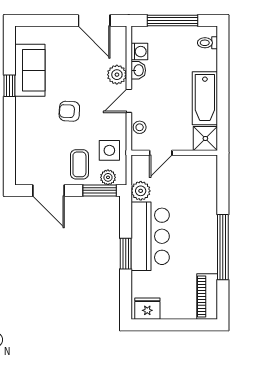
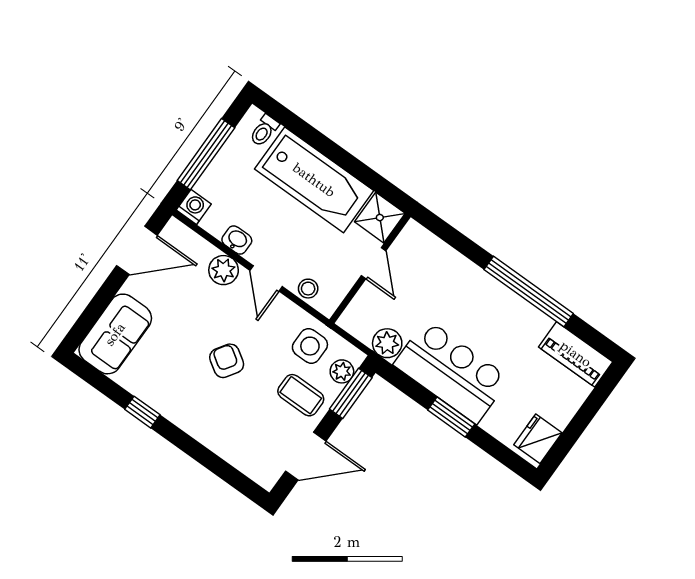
washing machine: (139, 52) -> (194, 207), moved
sofa: (30, 70) -> (115, 334), moved, turned 90
bathtub: (205, 98) -> (314, 180), width x1.36, depth x1.36
armchair: (69, 111) -> (227, 361), turned 120
door: (161, 153) -> (374, 263), moved

